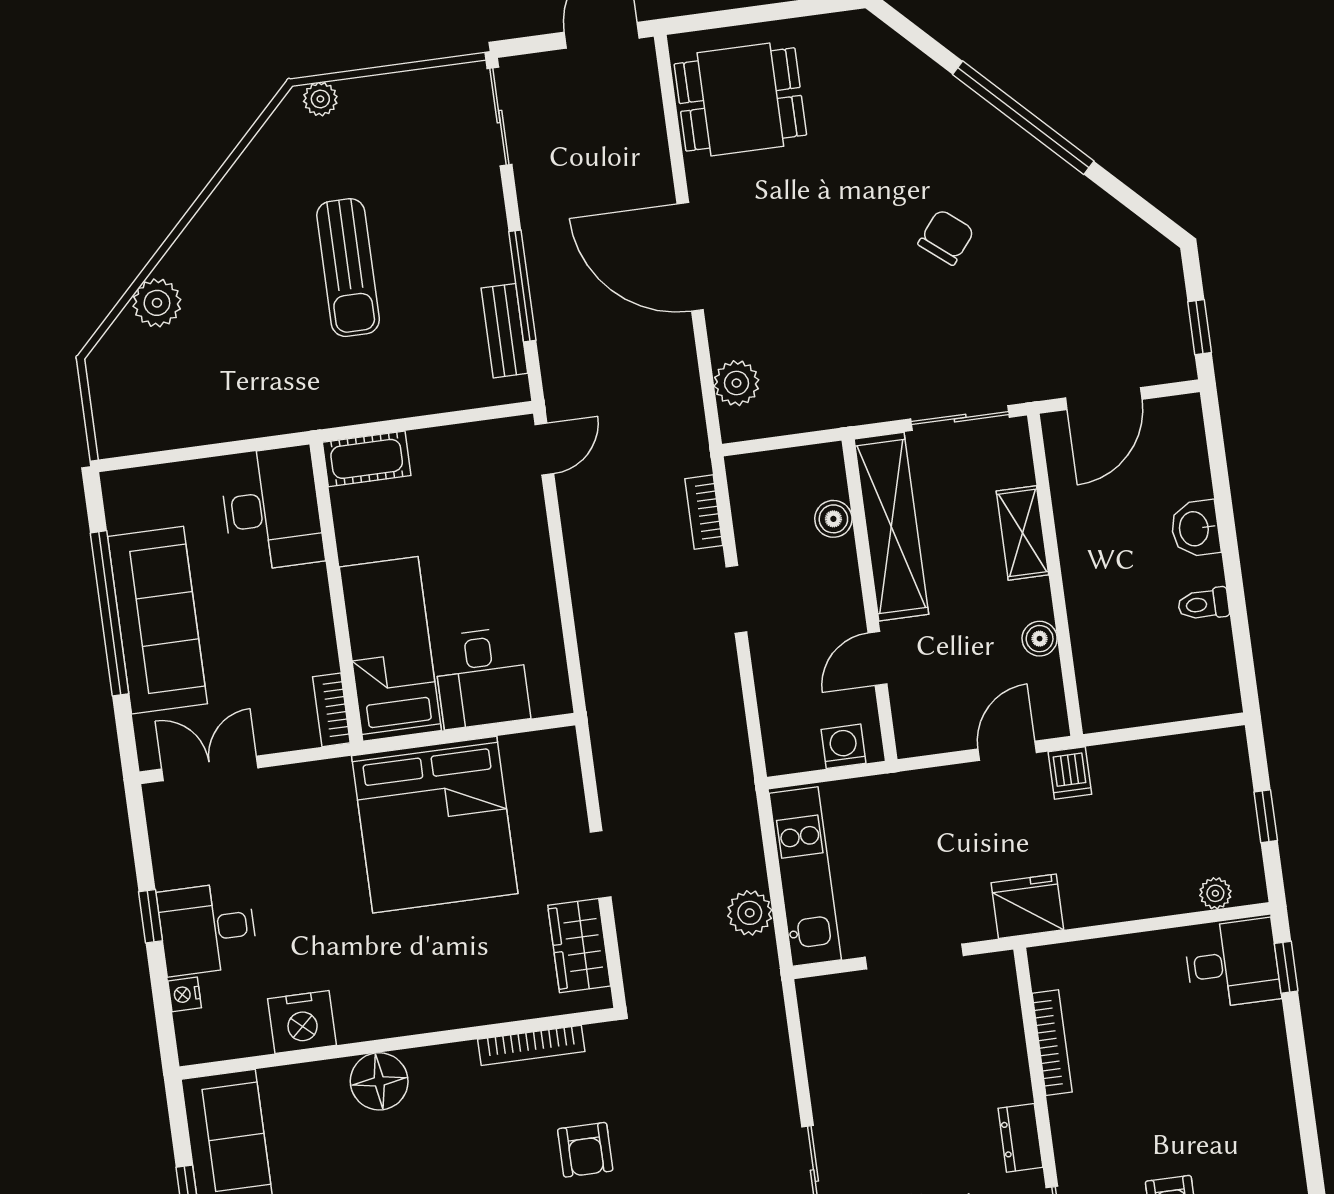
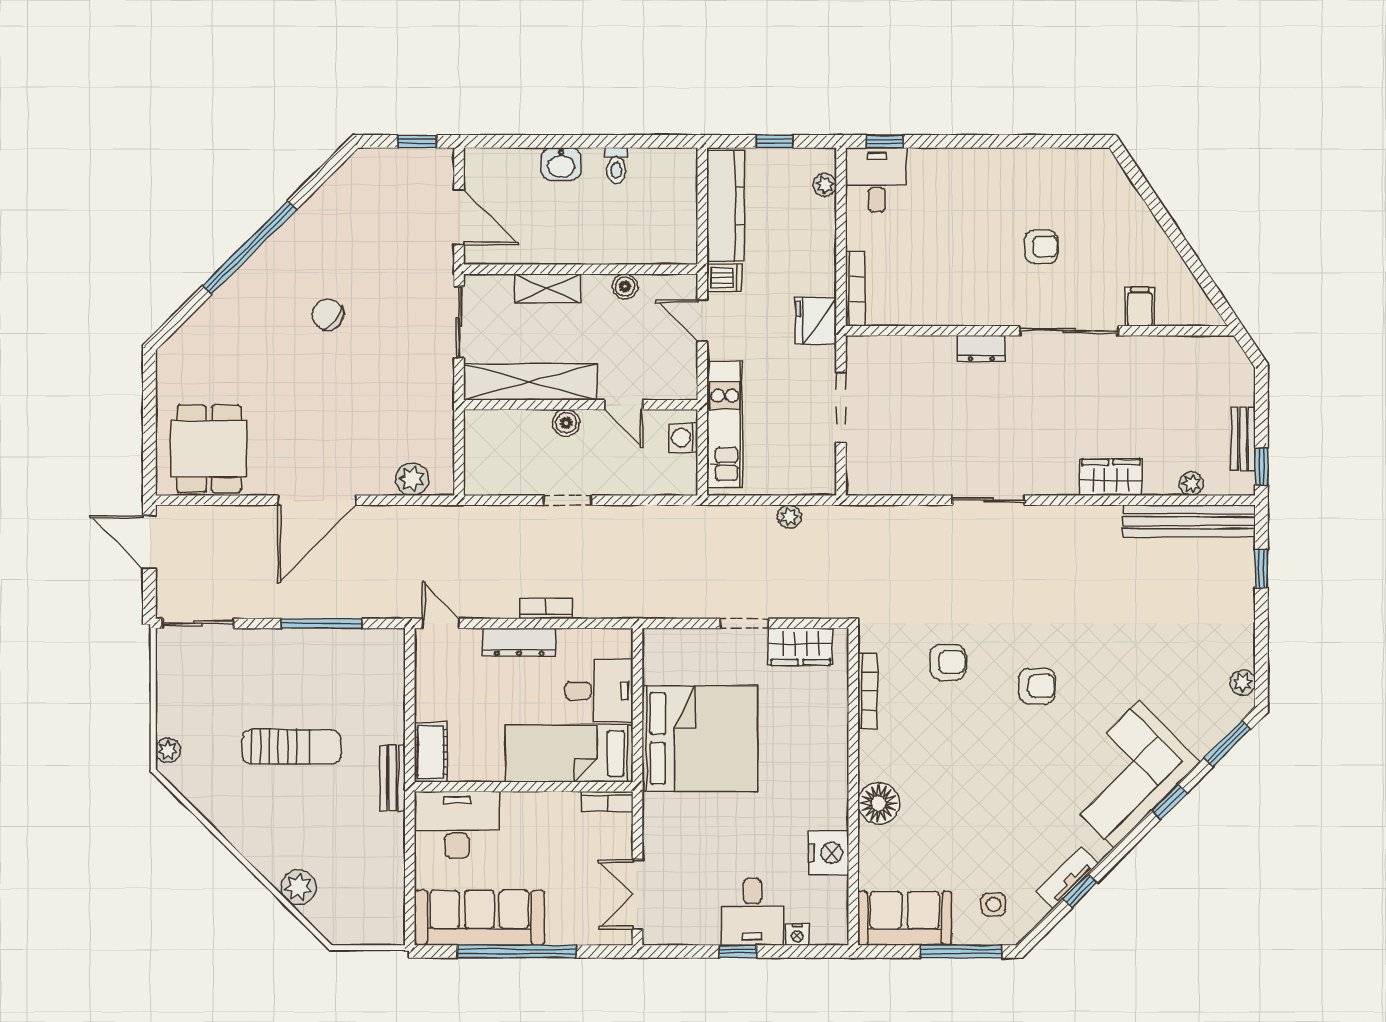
bench: (504, 331) -> (392, 778), moved, turned 90
bookcase: (704, 512) -> (546, 608), moved, turned 180
boiler: (833, 519) -> (566, 423), moved
dresser: (533, 560) -> (519, 642), added
sofa: (158, 620) -> (479, 918), moved
kitchen counter: (1169, 761) -> (726, 206), added
kitchen unit: (805, 876) -> (725, 425), moved, turned 90
plant: (750, 913) -> (789, 517), width x0.73, depth x0.73
bookcase: (1052, 1043) -> (855, 289), moved, turned 90

